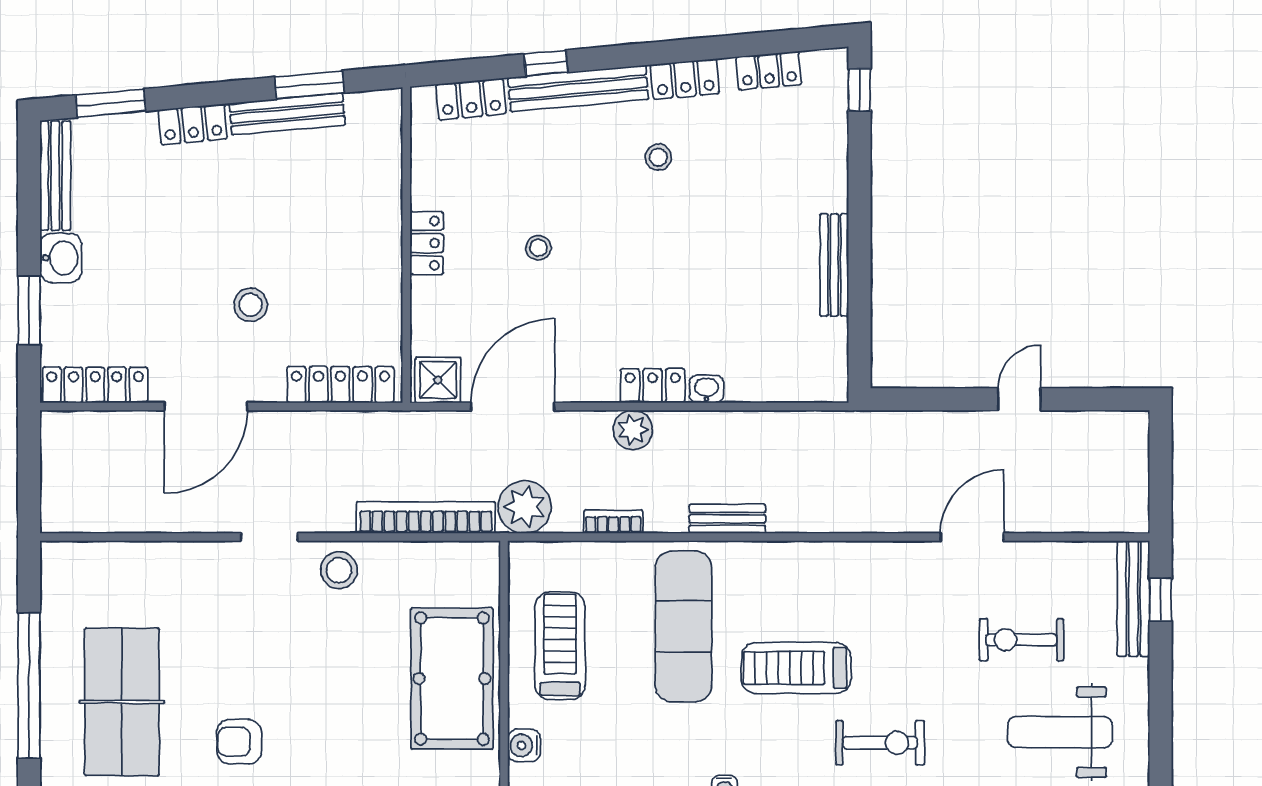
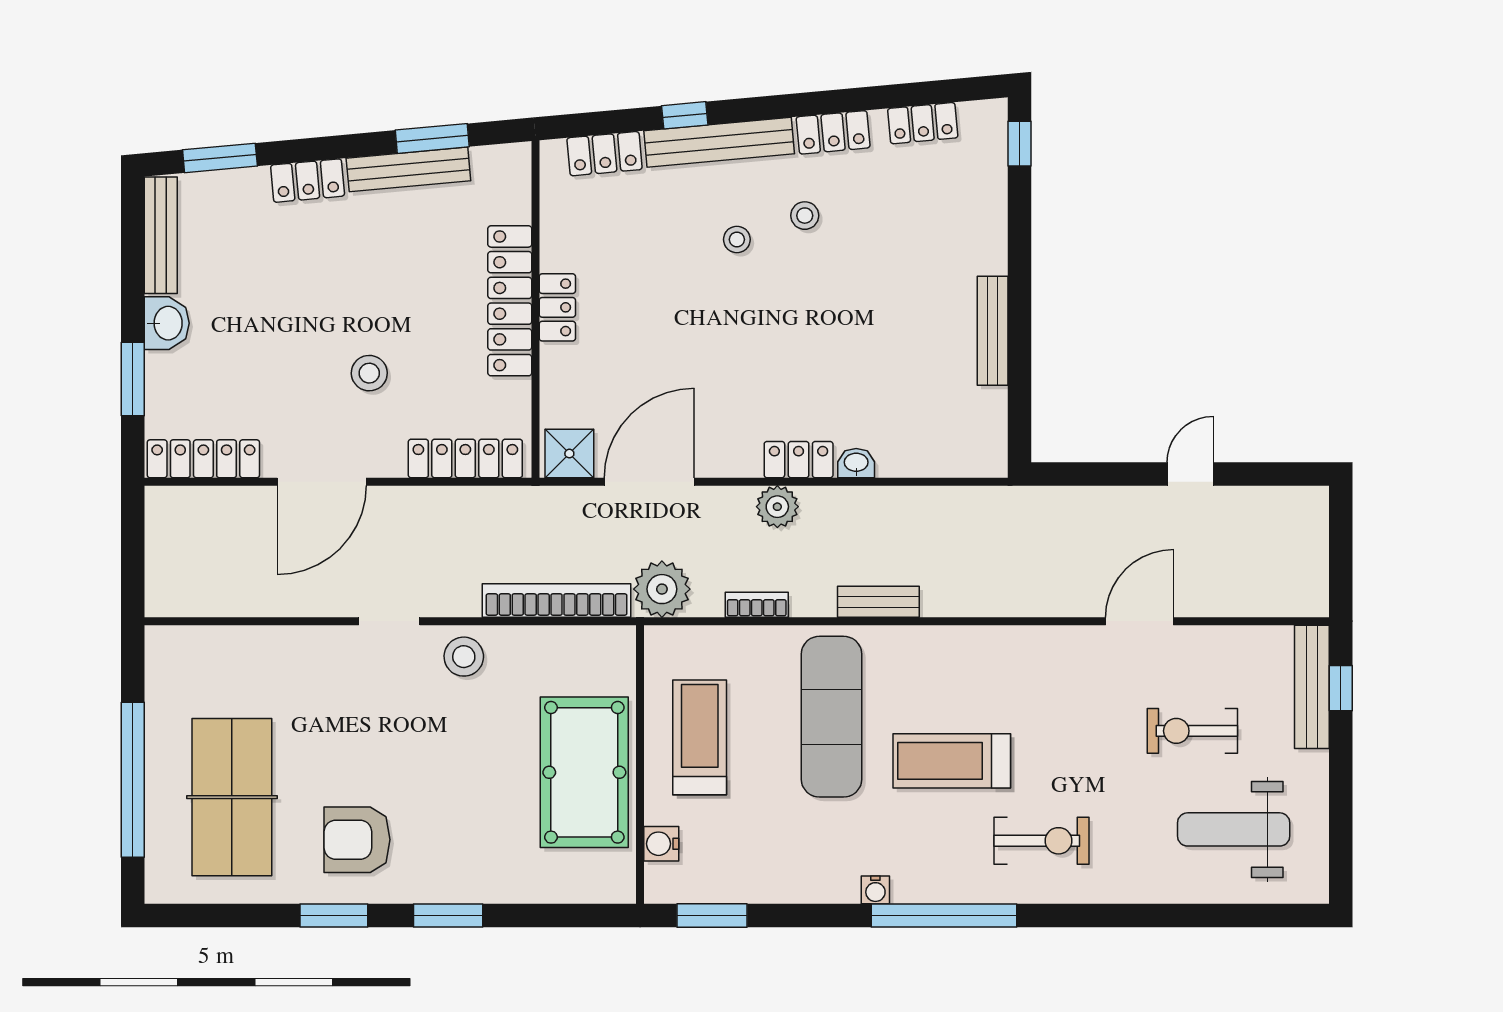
locker: (382, 237) -> (510, 301), added
stool: (538, 248) -> (737, 239), moved
armchair: (239, 742) -> (357, 840), width x1.38, depth x1.38

